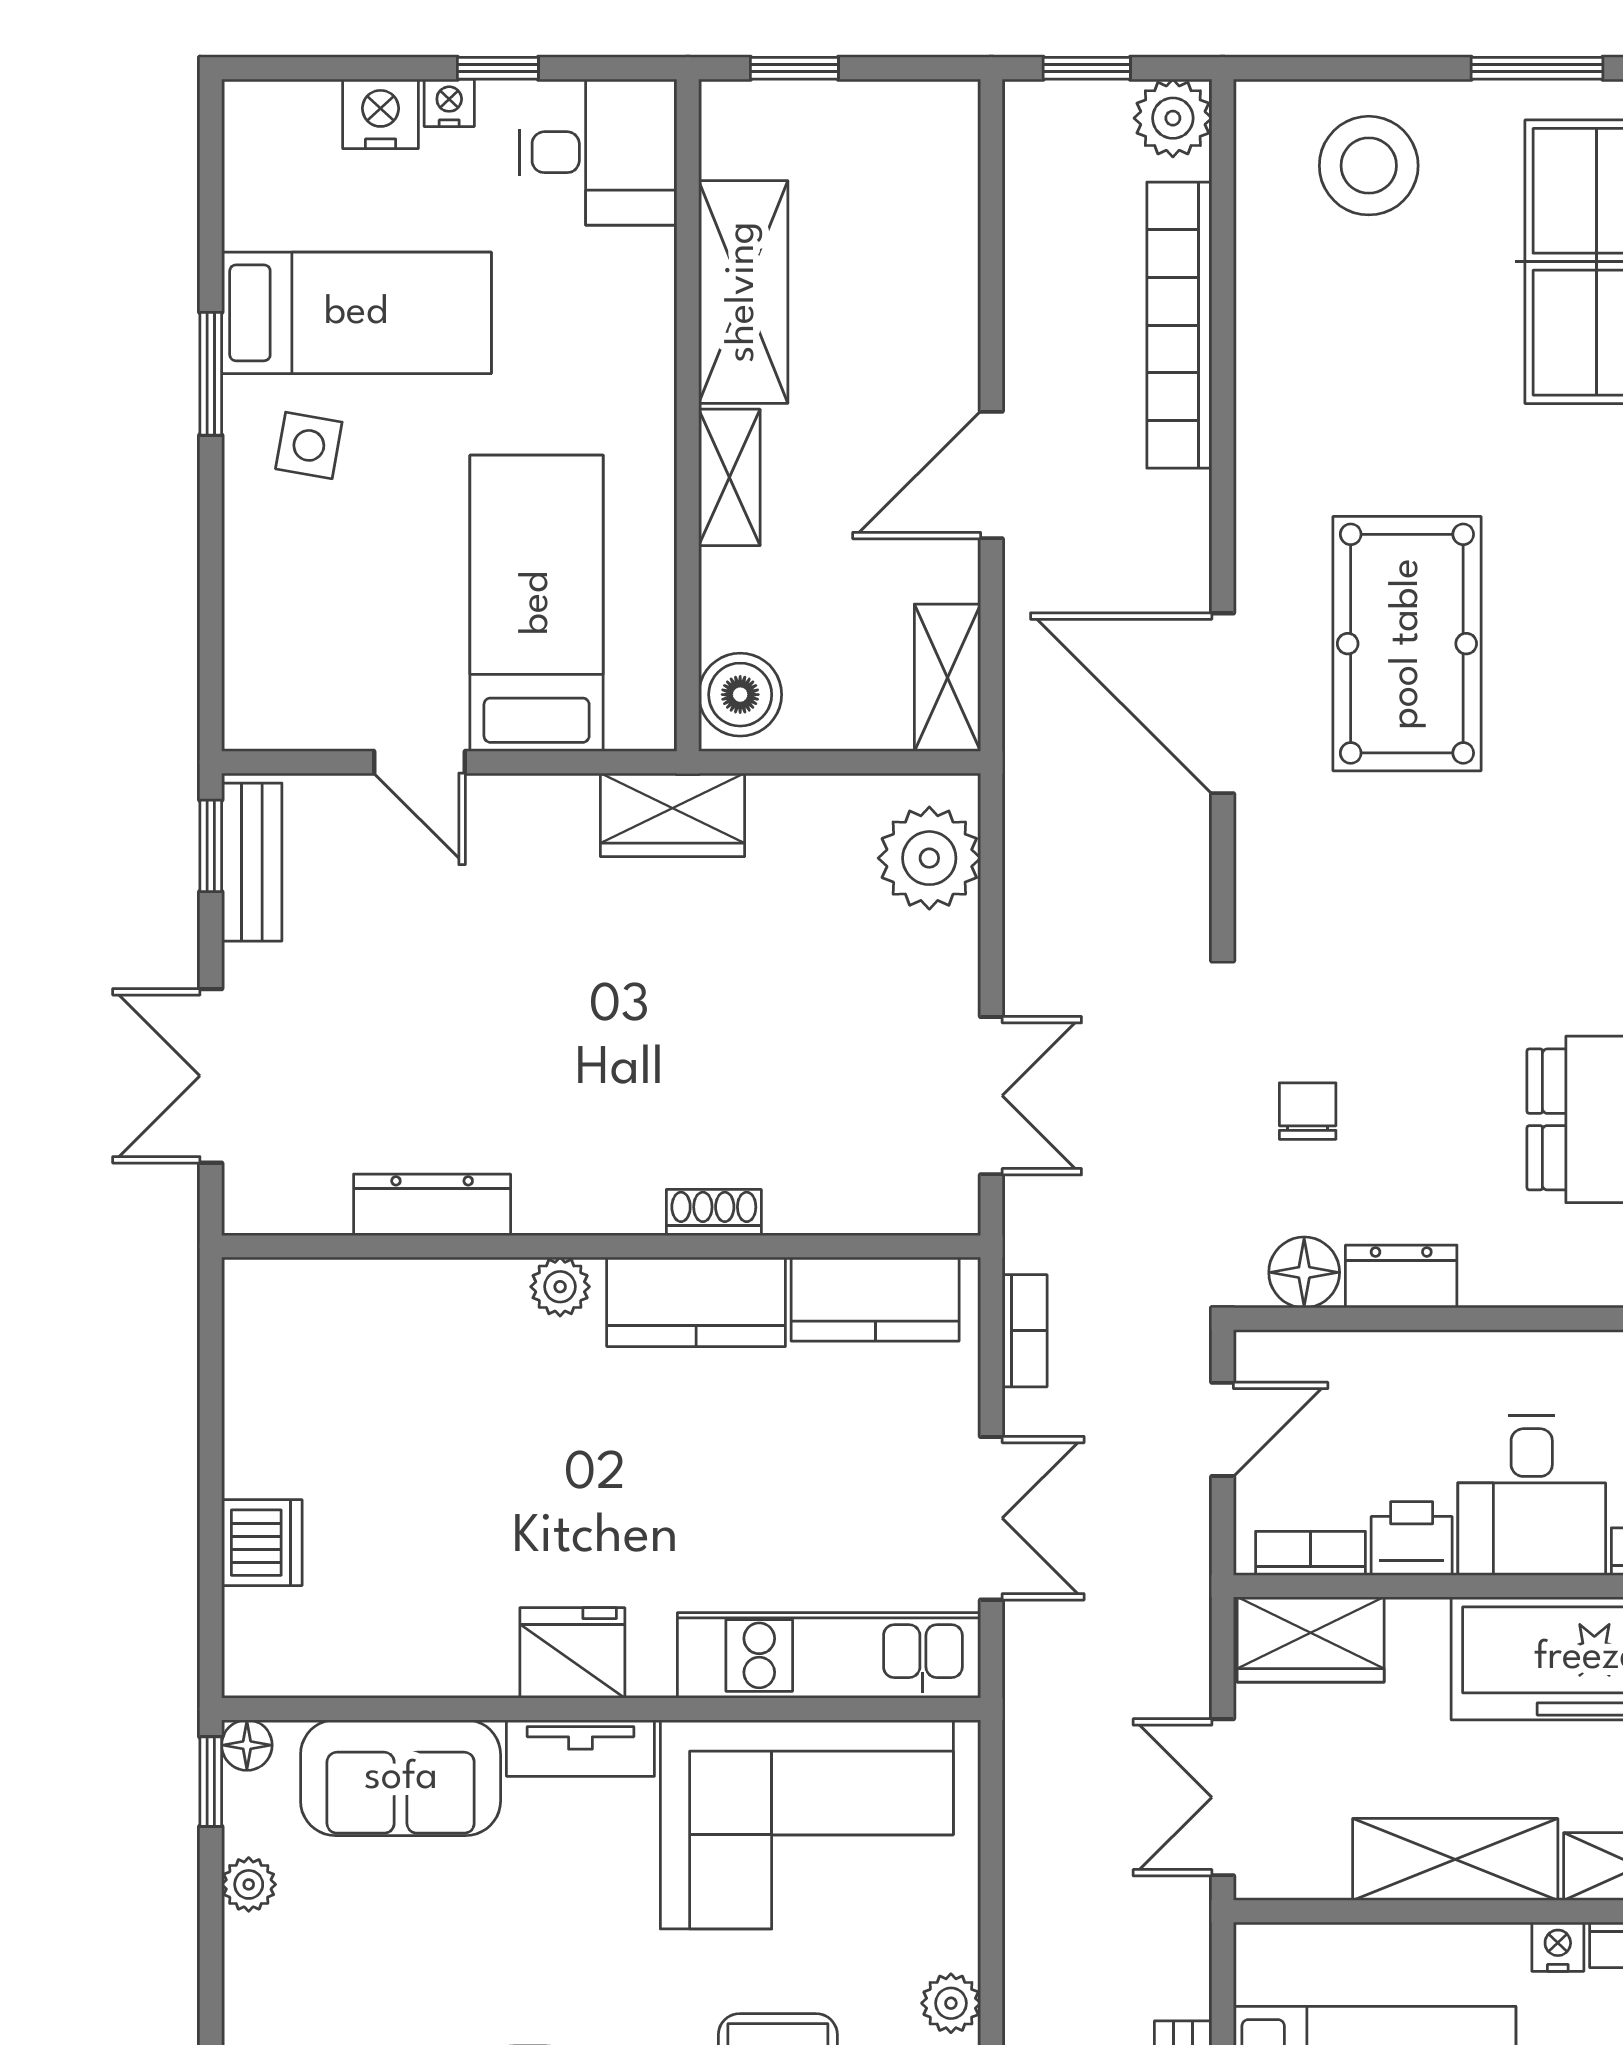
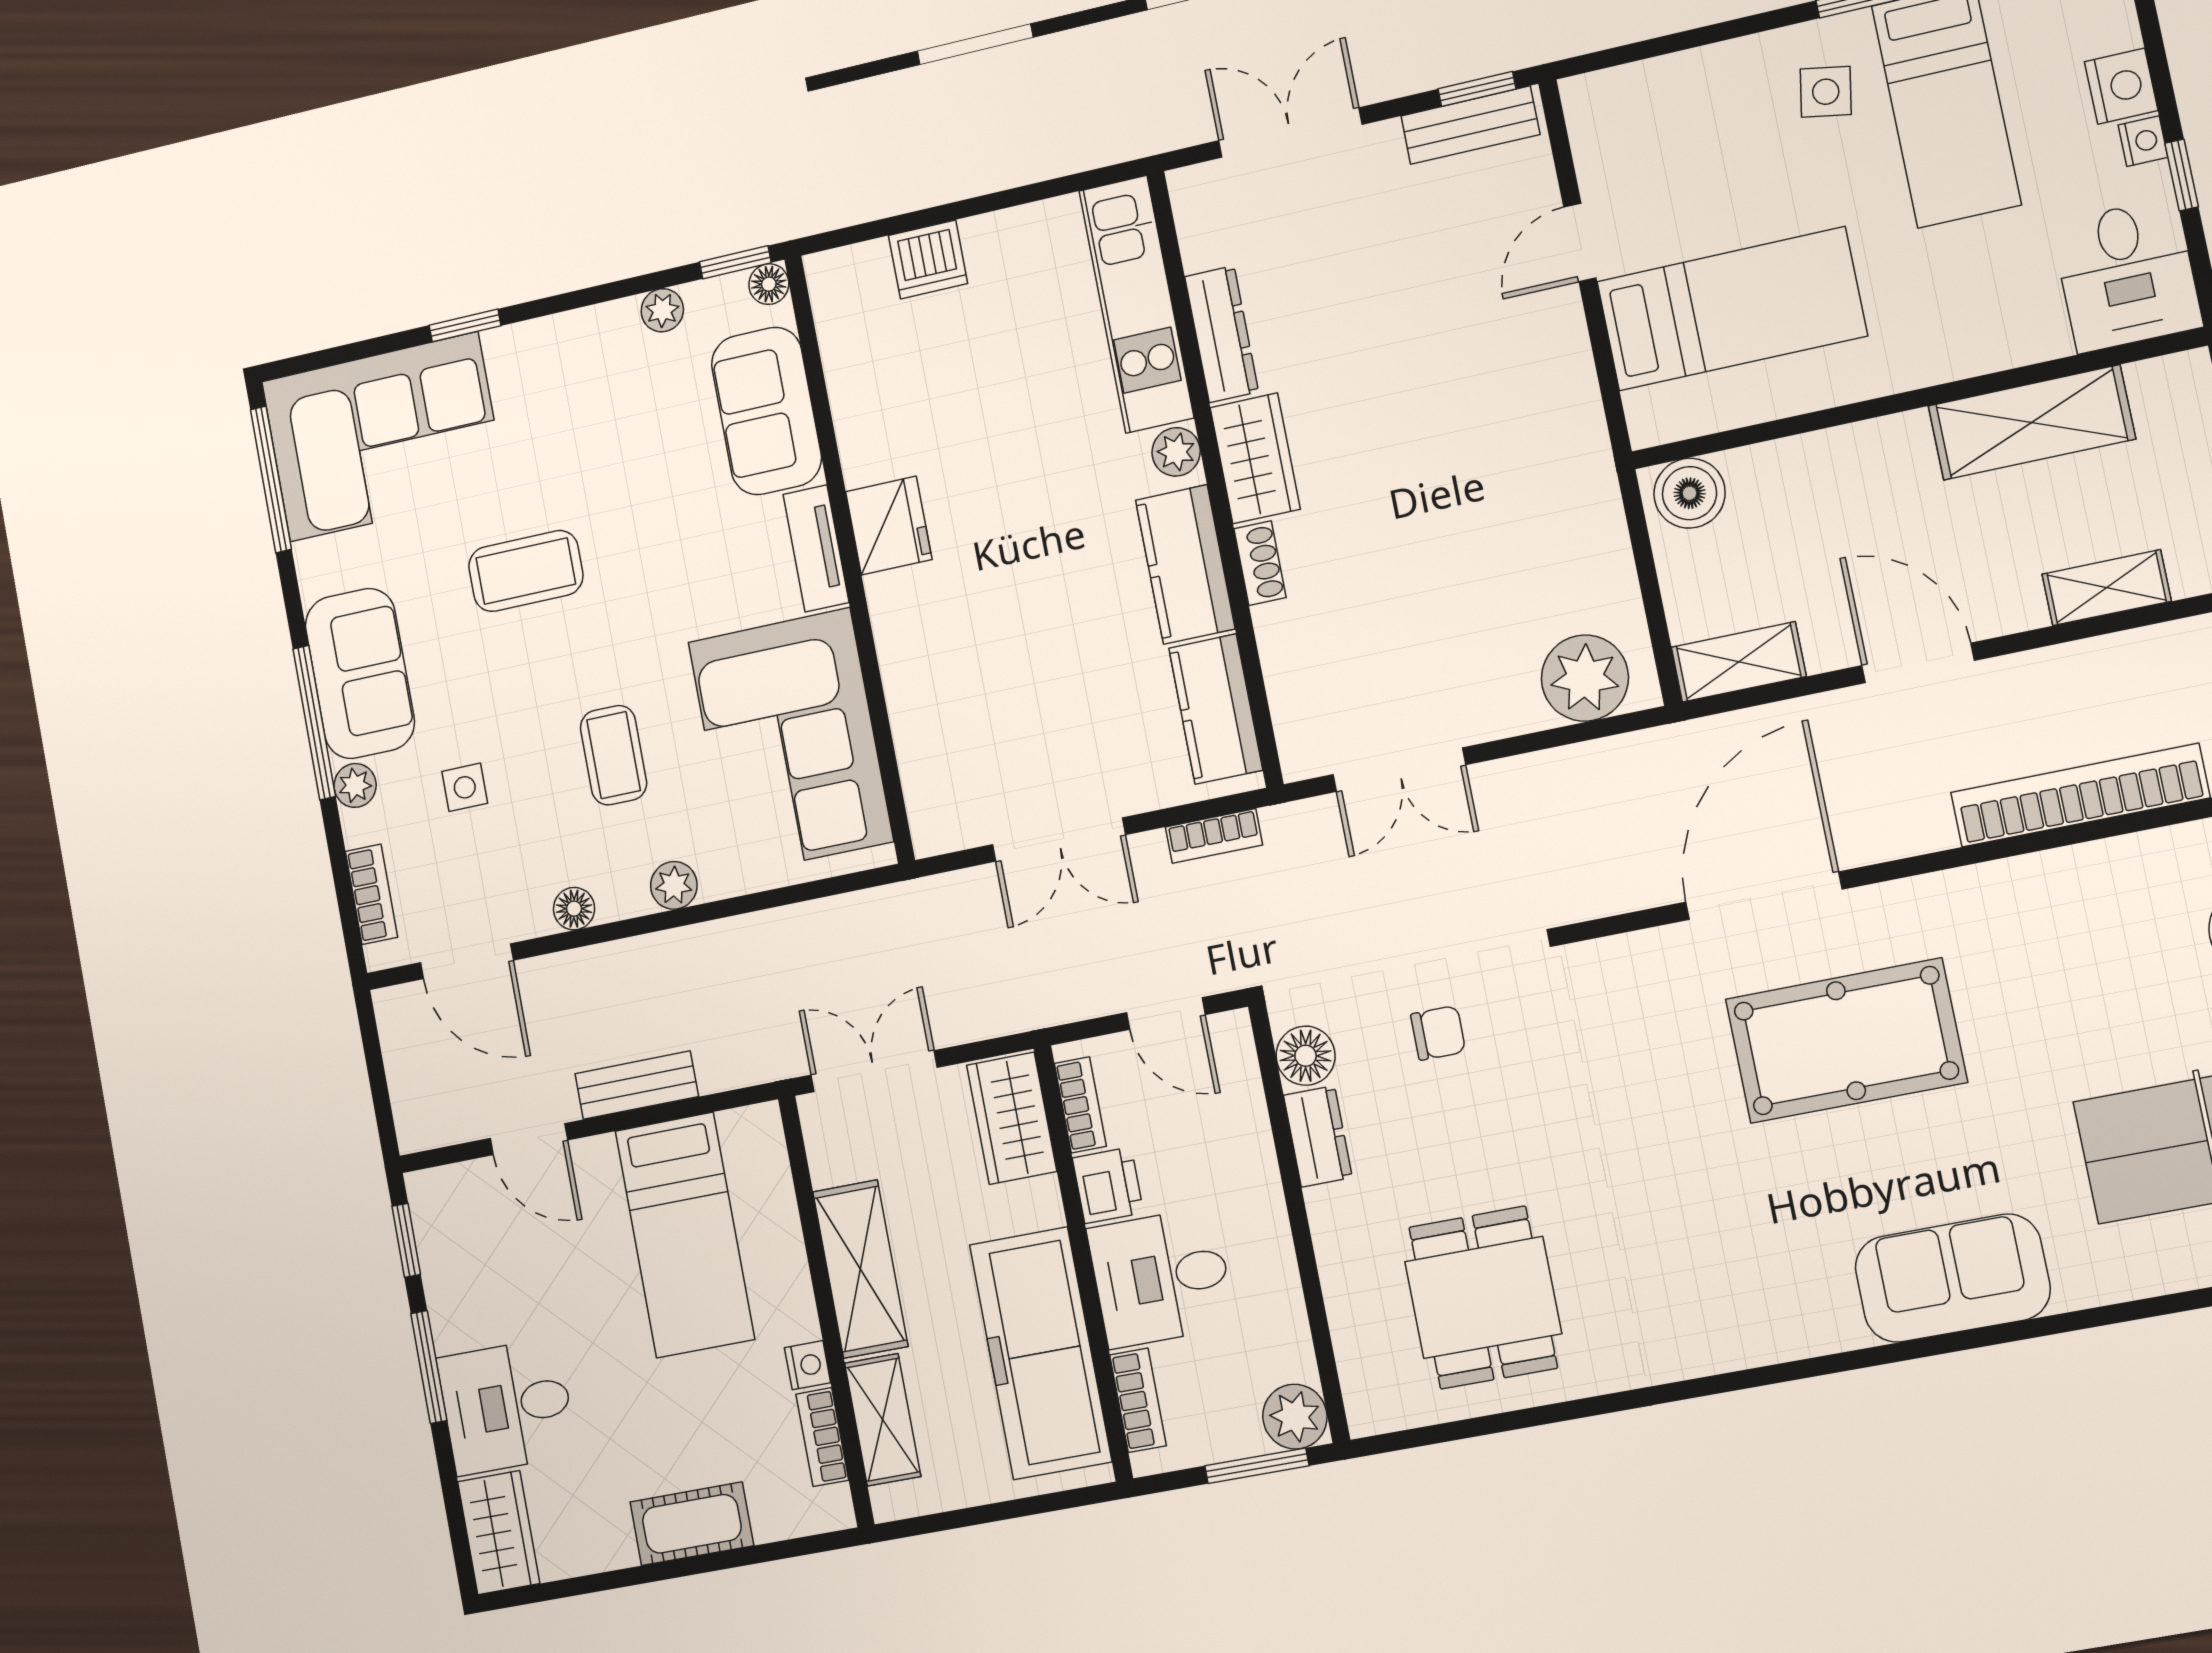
shelving: (729, 477) -> (2107, 588), moved
wardrobe: (673, 815) -> (1255, 458), moved, turned 180
kitchen unit: (829, 1655) -> (1136, 304), moved, turned 180

